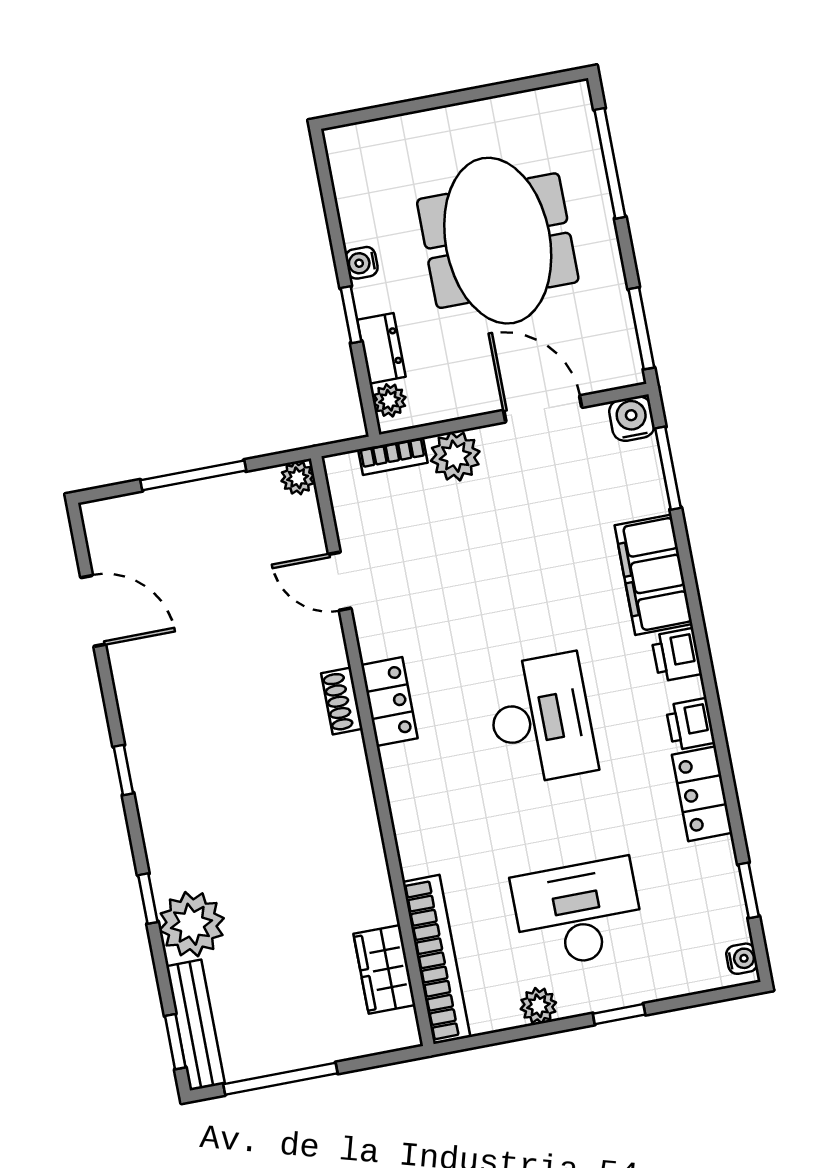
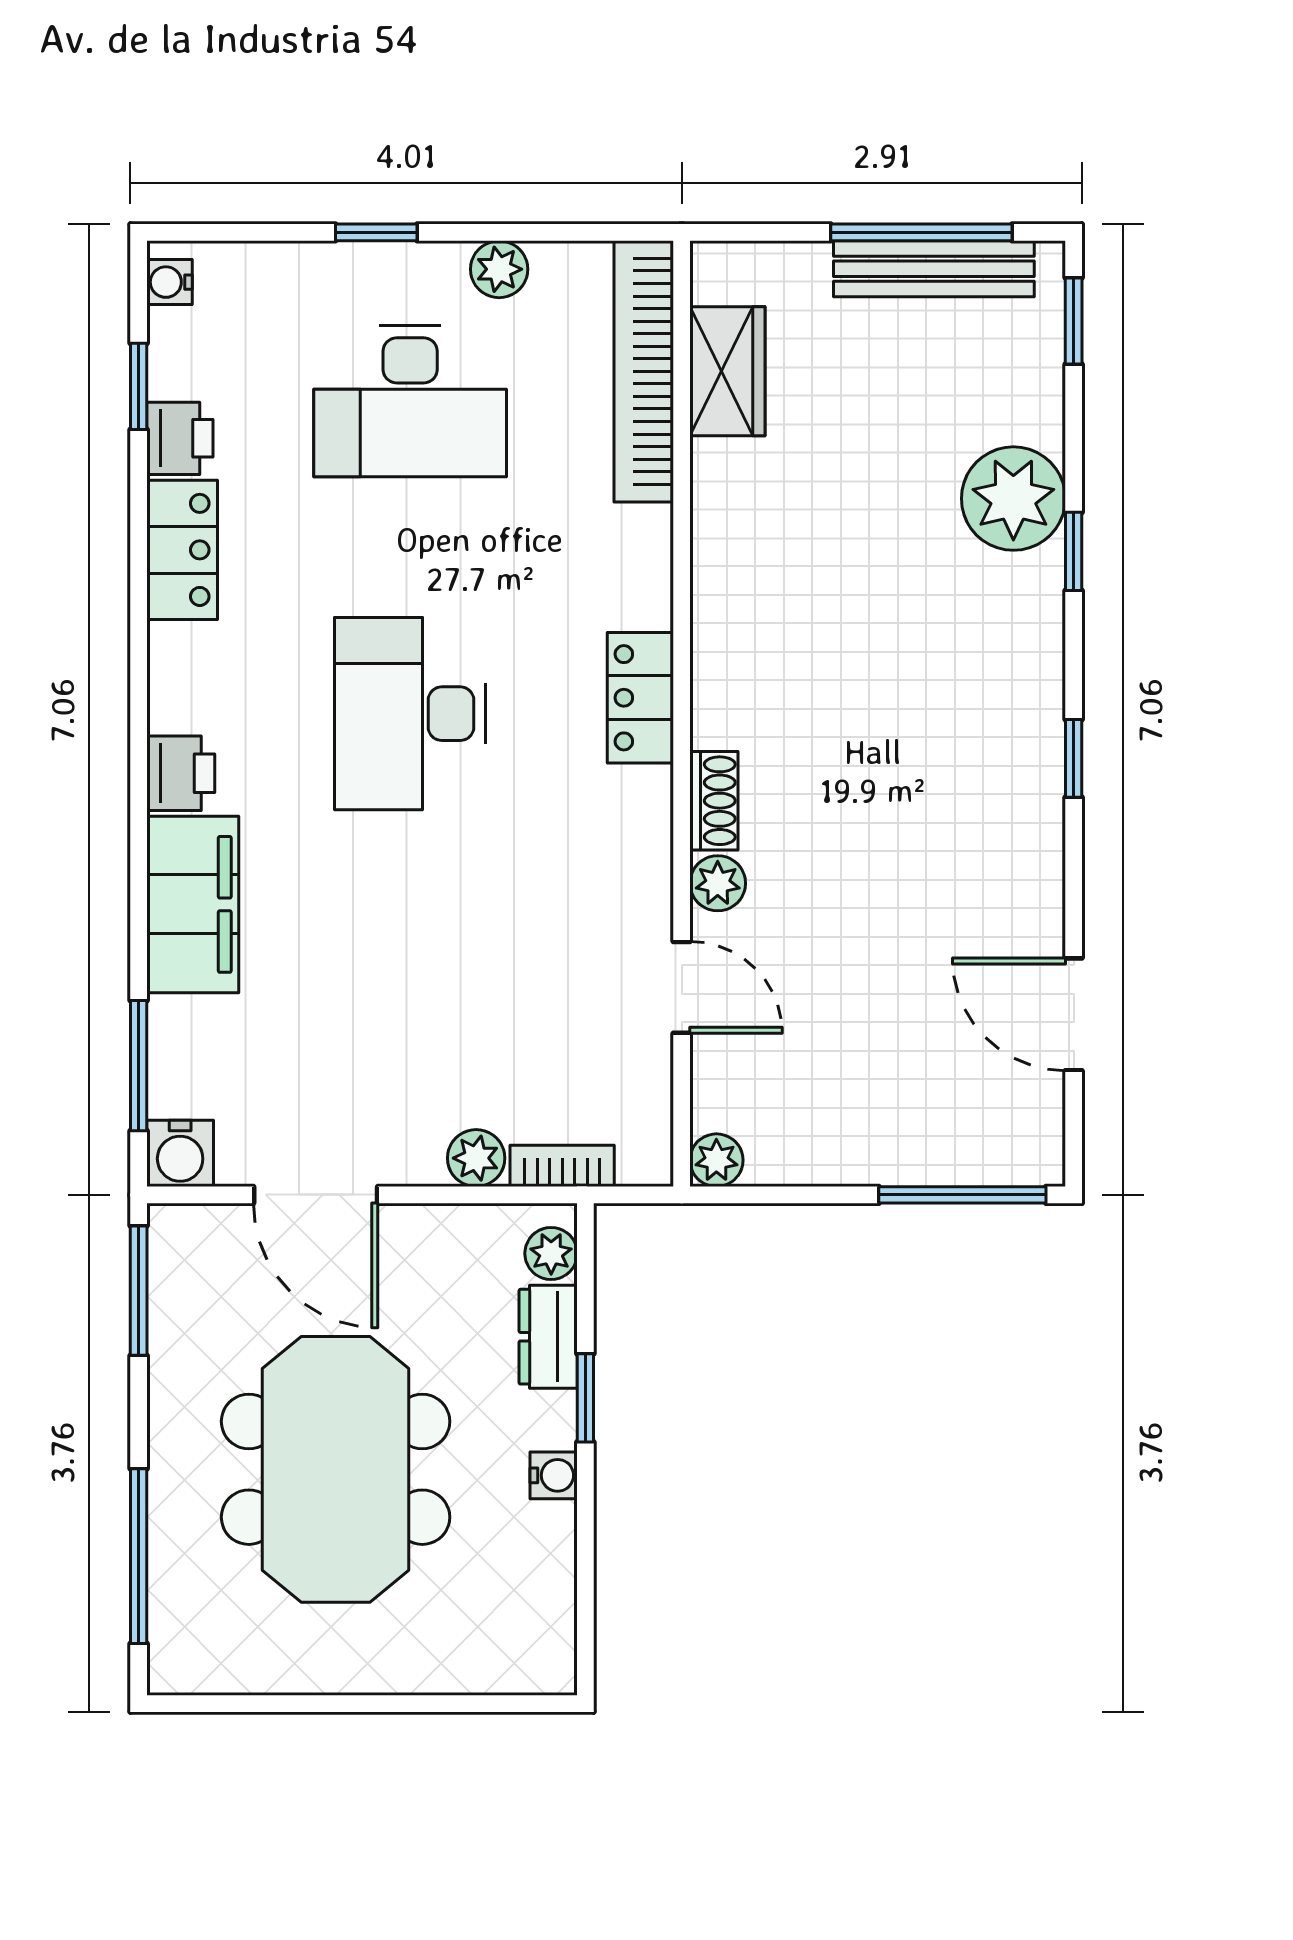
plant: (455, 456) -> (476, 1158), width x0.73, depth x0.73
window: (193, 475) -> (962, 1195), moved
plant: (330, 650) -> (718, 883), added
locker: (389, 702) -> (640, 698), moved
printer: (690, 724) -> (180, 438), moved
bench: (195, 1025) -> (934, 269), moved, turned 90

